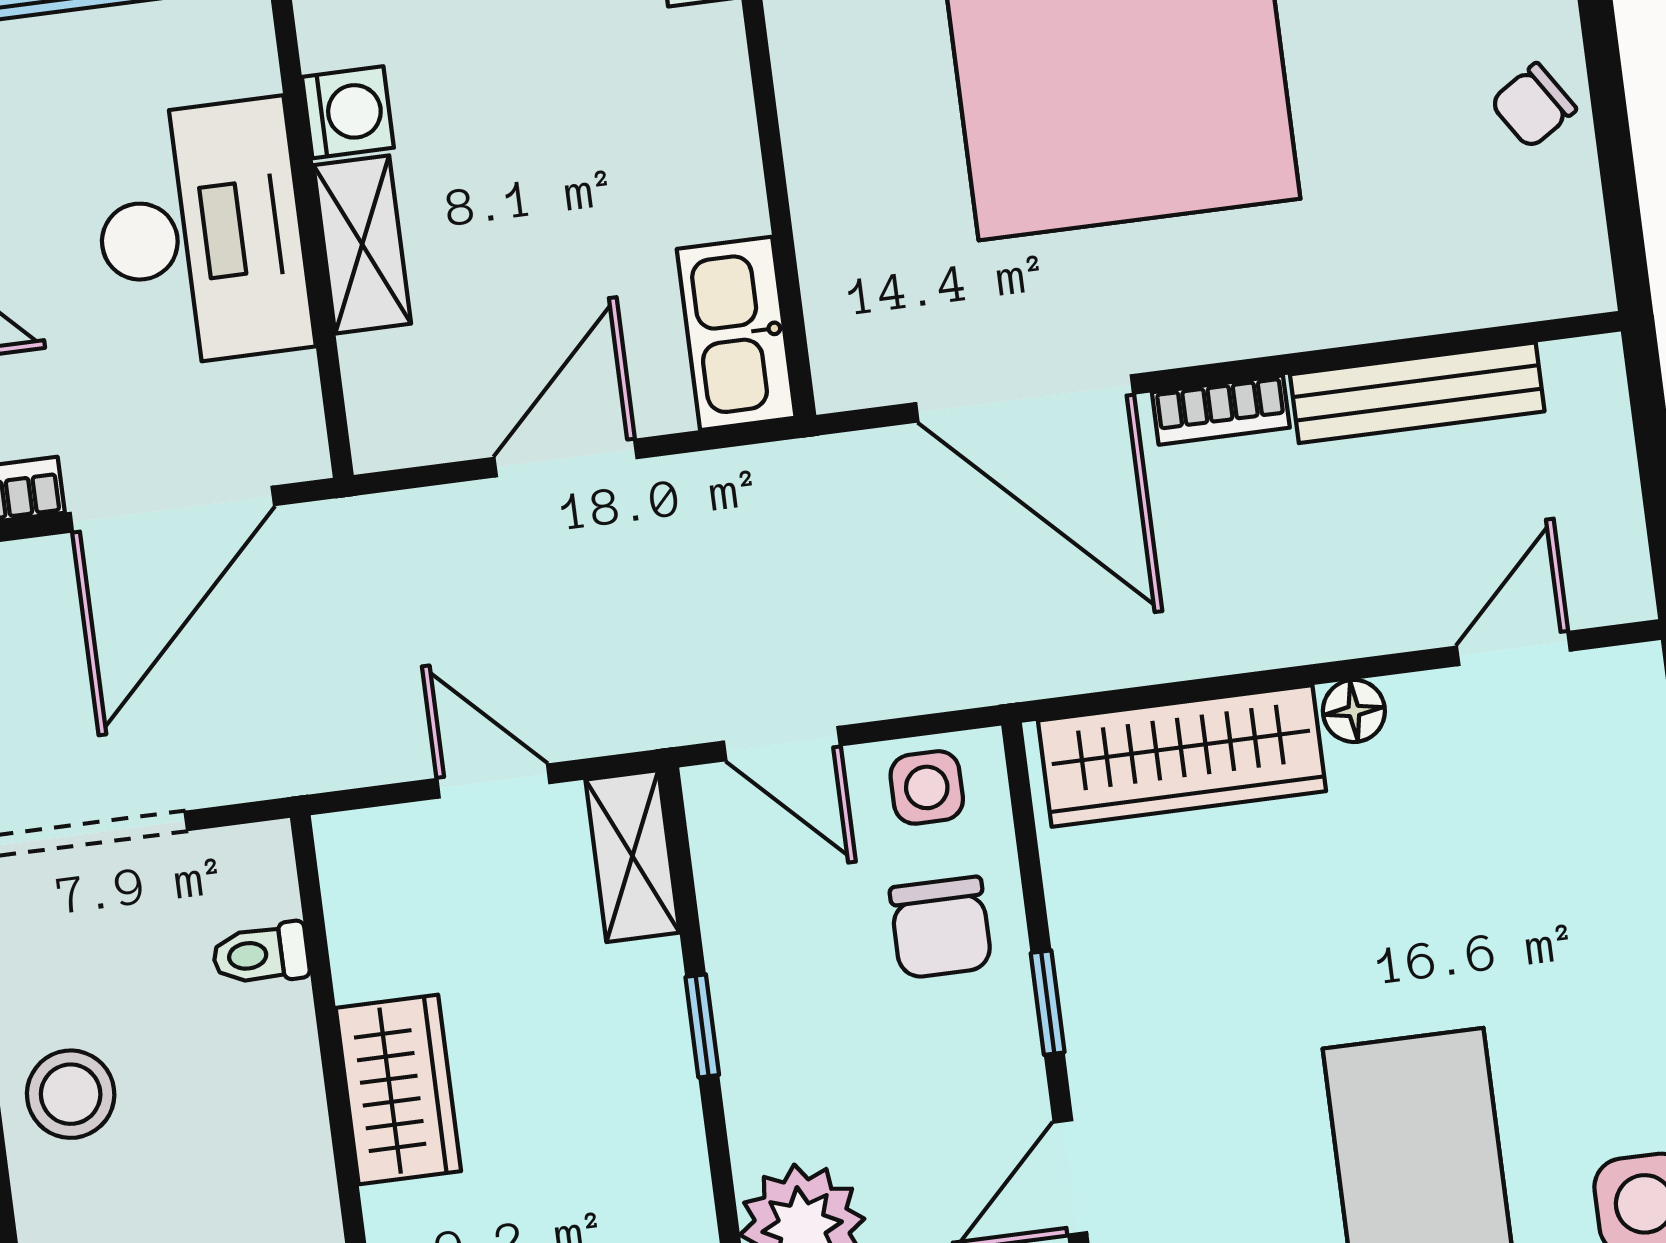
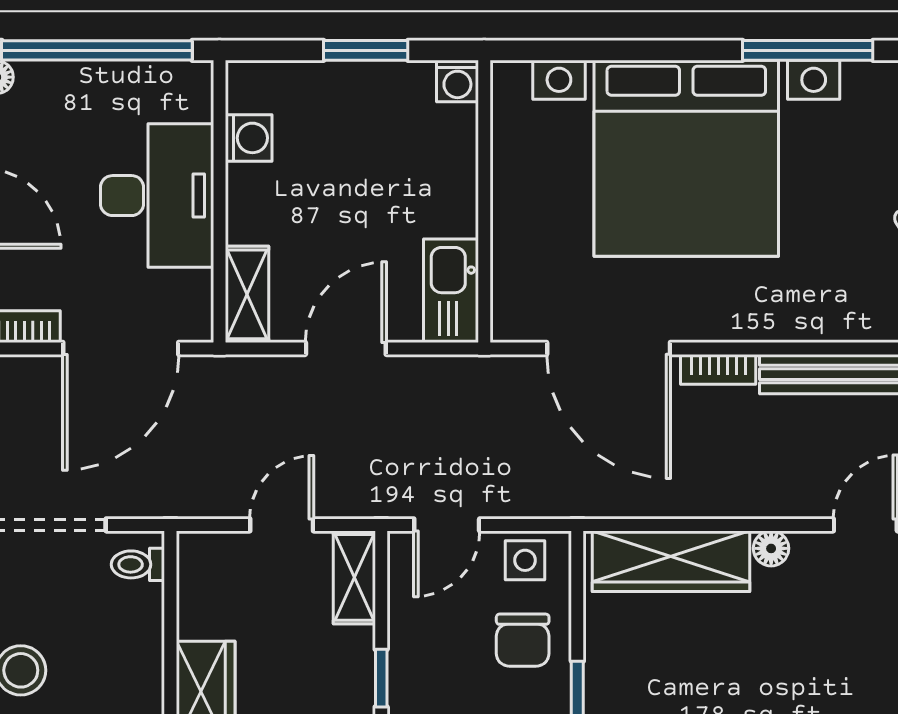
shelving: (362, 244) -> (247, 294), moved
door: (782, 744) -> (447, 525), hinge flipped
door: (493, 781) -> (282, 525), hinge flipped
toilet: (261, 954) -> (138, 564), moved

